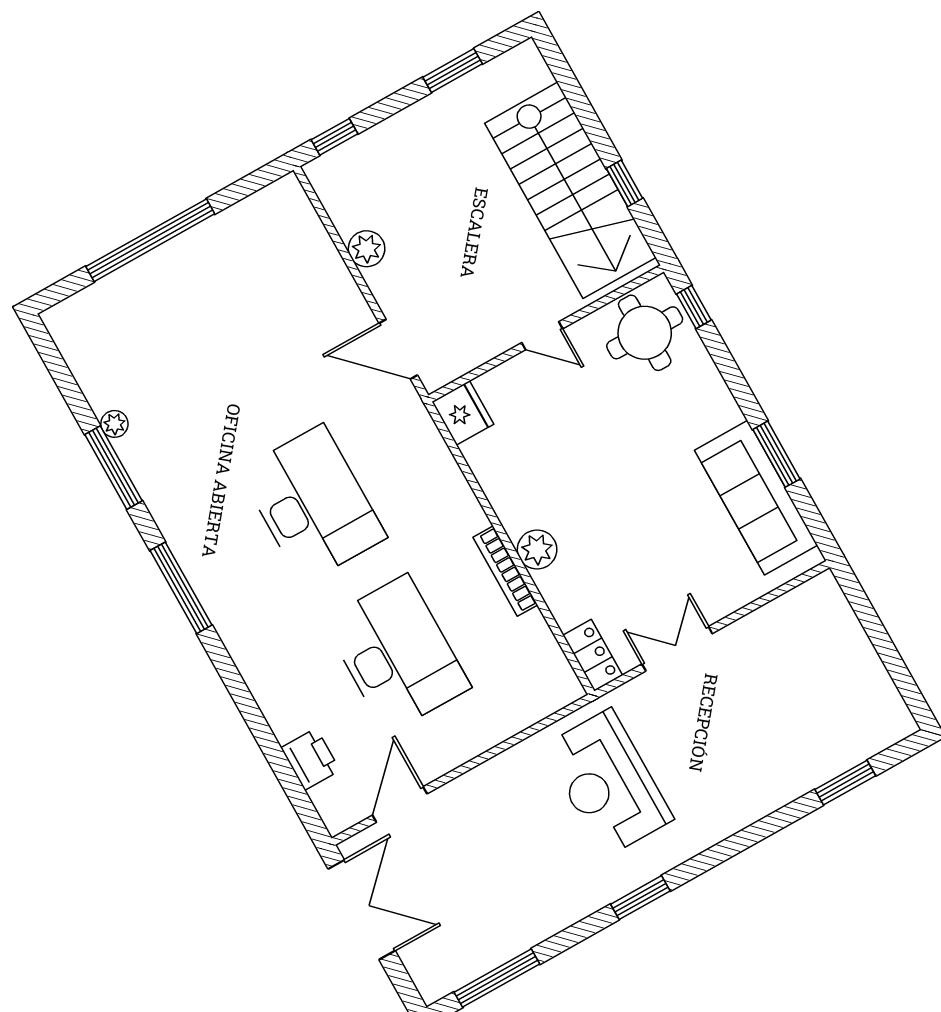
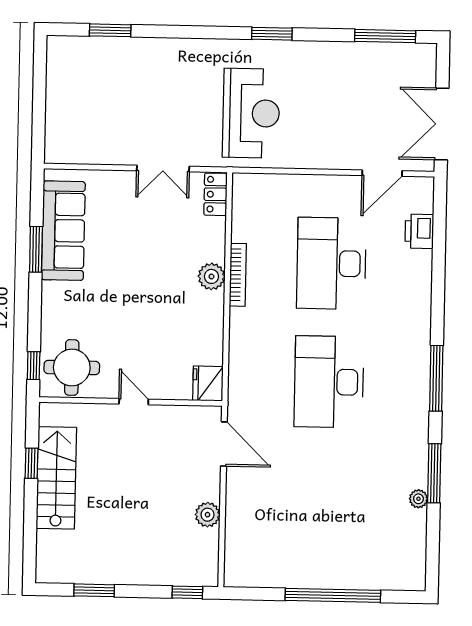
stairs: (570, 190) -> (56, 478), width x0.73, depth x0.66

